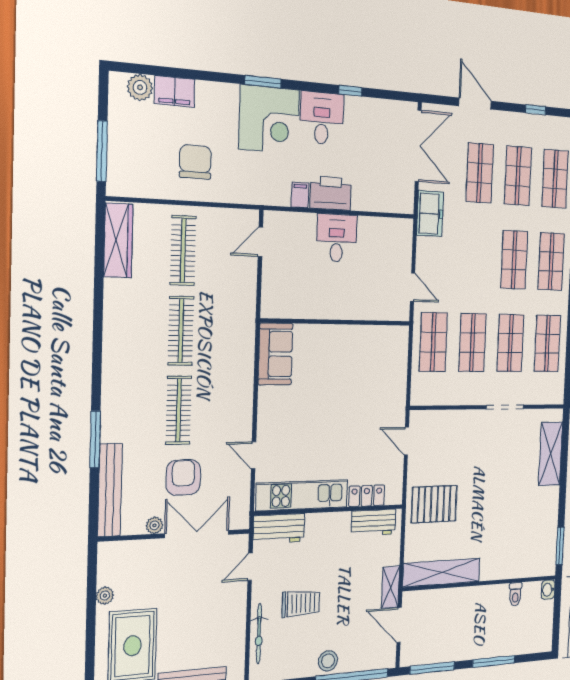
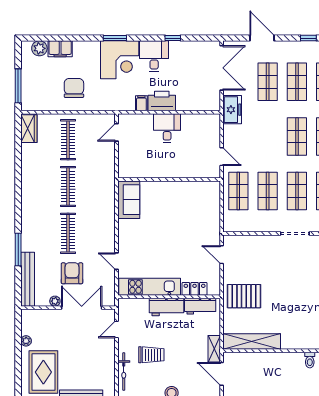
wardrobe: (118, 240) -> (29, 129), width x0.67
workbench: (279, 529) -> (167, 307), moved

